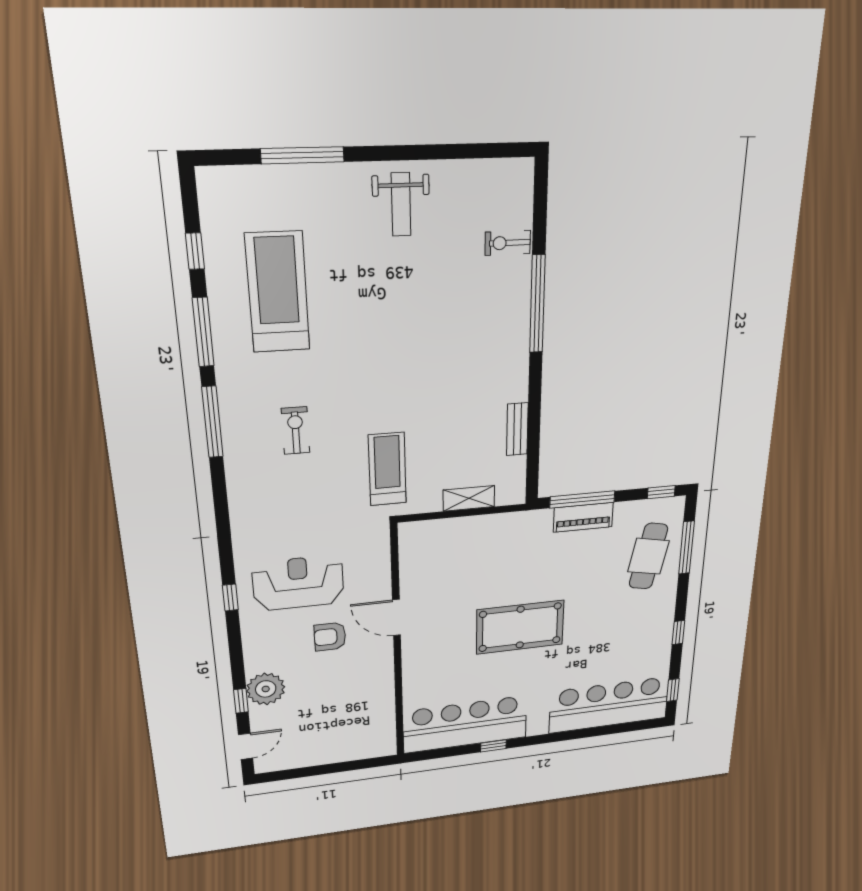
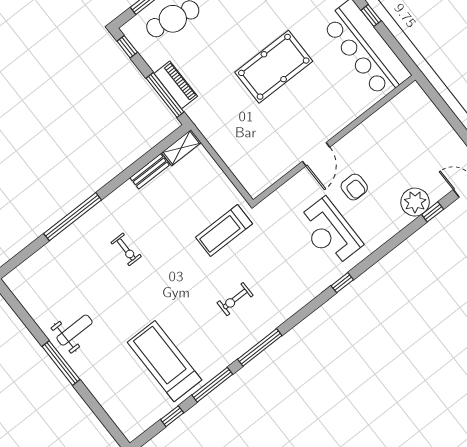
window: (303, 155) -> (61, 363), moved
exercise bike: (508, 243) -> (126, 249), moved
treadmill: (278, 292) -> (164, 361), turned 90
shelving: (469, 498) -> (181, 148), moved, turned 90
window: (230, 597) -> (342, 283), moved
pool table: (520, 627) -> (274, 67), turned 90

